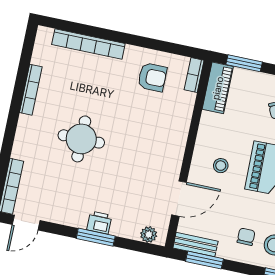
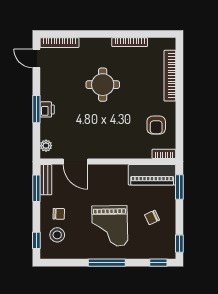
piano: (218, 88) -> (152, 175), width x1.37, depth x1.33
stool: (221, 166) -> (105, 186), removed

